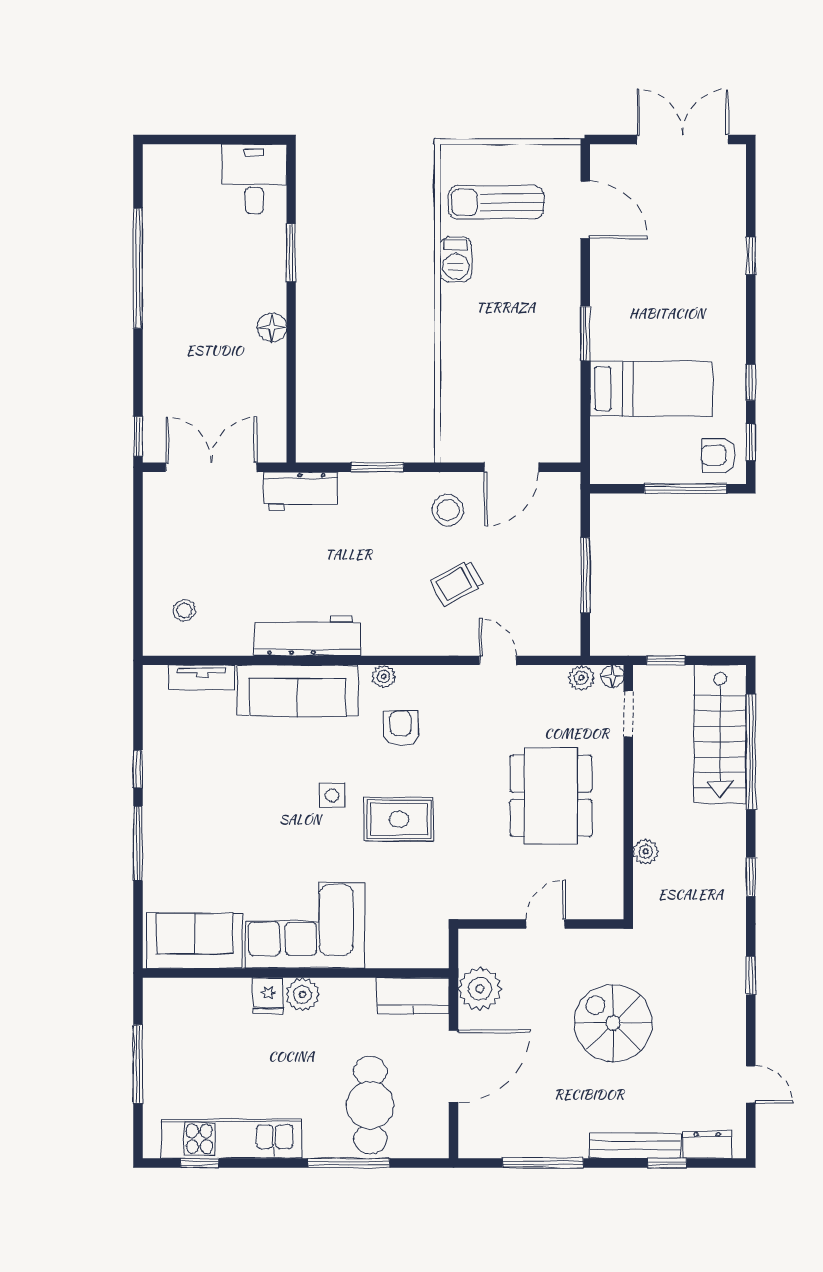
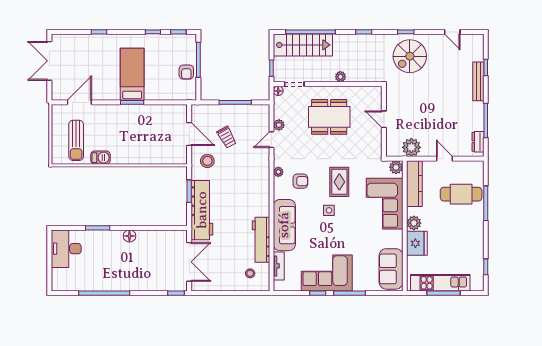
desk: (254, 179) -> (66, 249), width x1.37
bed: (651, 389) -> (132, 74), moved
armchair: (719, 455) -> (186, 72), moved
double door: (211, 467) -> (189, 262), swing flipped
workbench: (300, 491) -> (202, 210), width x1.88, depth x1.32
trolley: (457, 583) -> (227, 137), moved
workbench: (307, 636) -> (261, 240), moved
plant: (384, 677) -> (278, 172), moved
plant: (581, 678) -> (279, 125), moved
armchair: (401, 728) -> (300, 181), turned 180
corner sofa: (185, 790) -> (327, 273), added
plant: (646, 852) -> (340, 77), moved
corner sofa: (305, 926) -> (385, 204), moved
plant: (433, 953) -> (396, 167), added
fridge: (268, 995) -> (417, 243), width x1.88, depth x1.34
kitchen counter: (413, 996) -> (414, 184), width x1.50
spiral stairs: (613, 1023) -> (410, 56), moved
door: (454, 1066) -> (444, 159), width x0.53
door: (751, 1084) -> (452, 32), swing flipped
kitchen unit: (231, 1139) -> (440, 283), moved, turned 90
dresser: (707, 1145) -> (478, 142), moved

